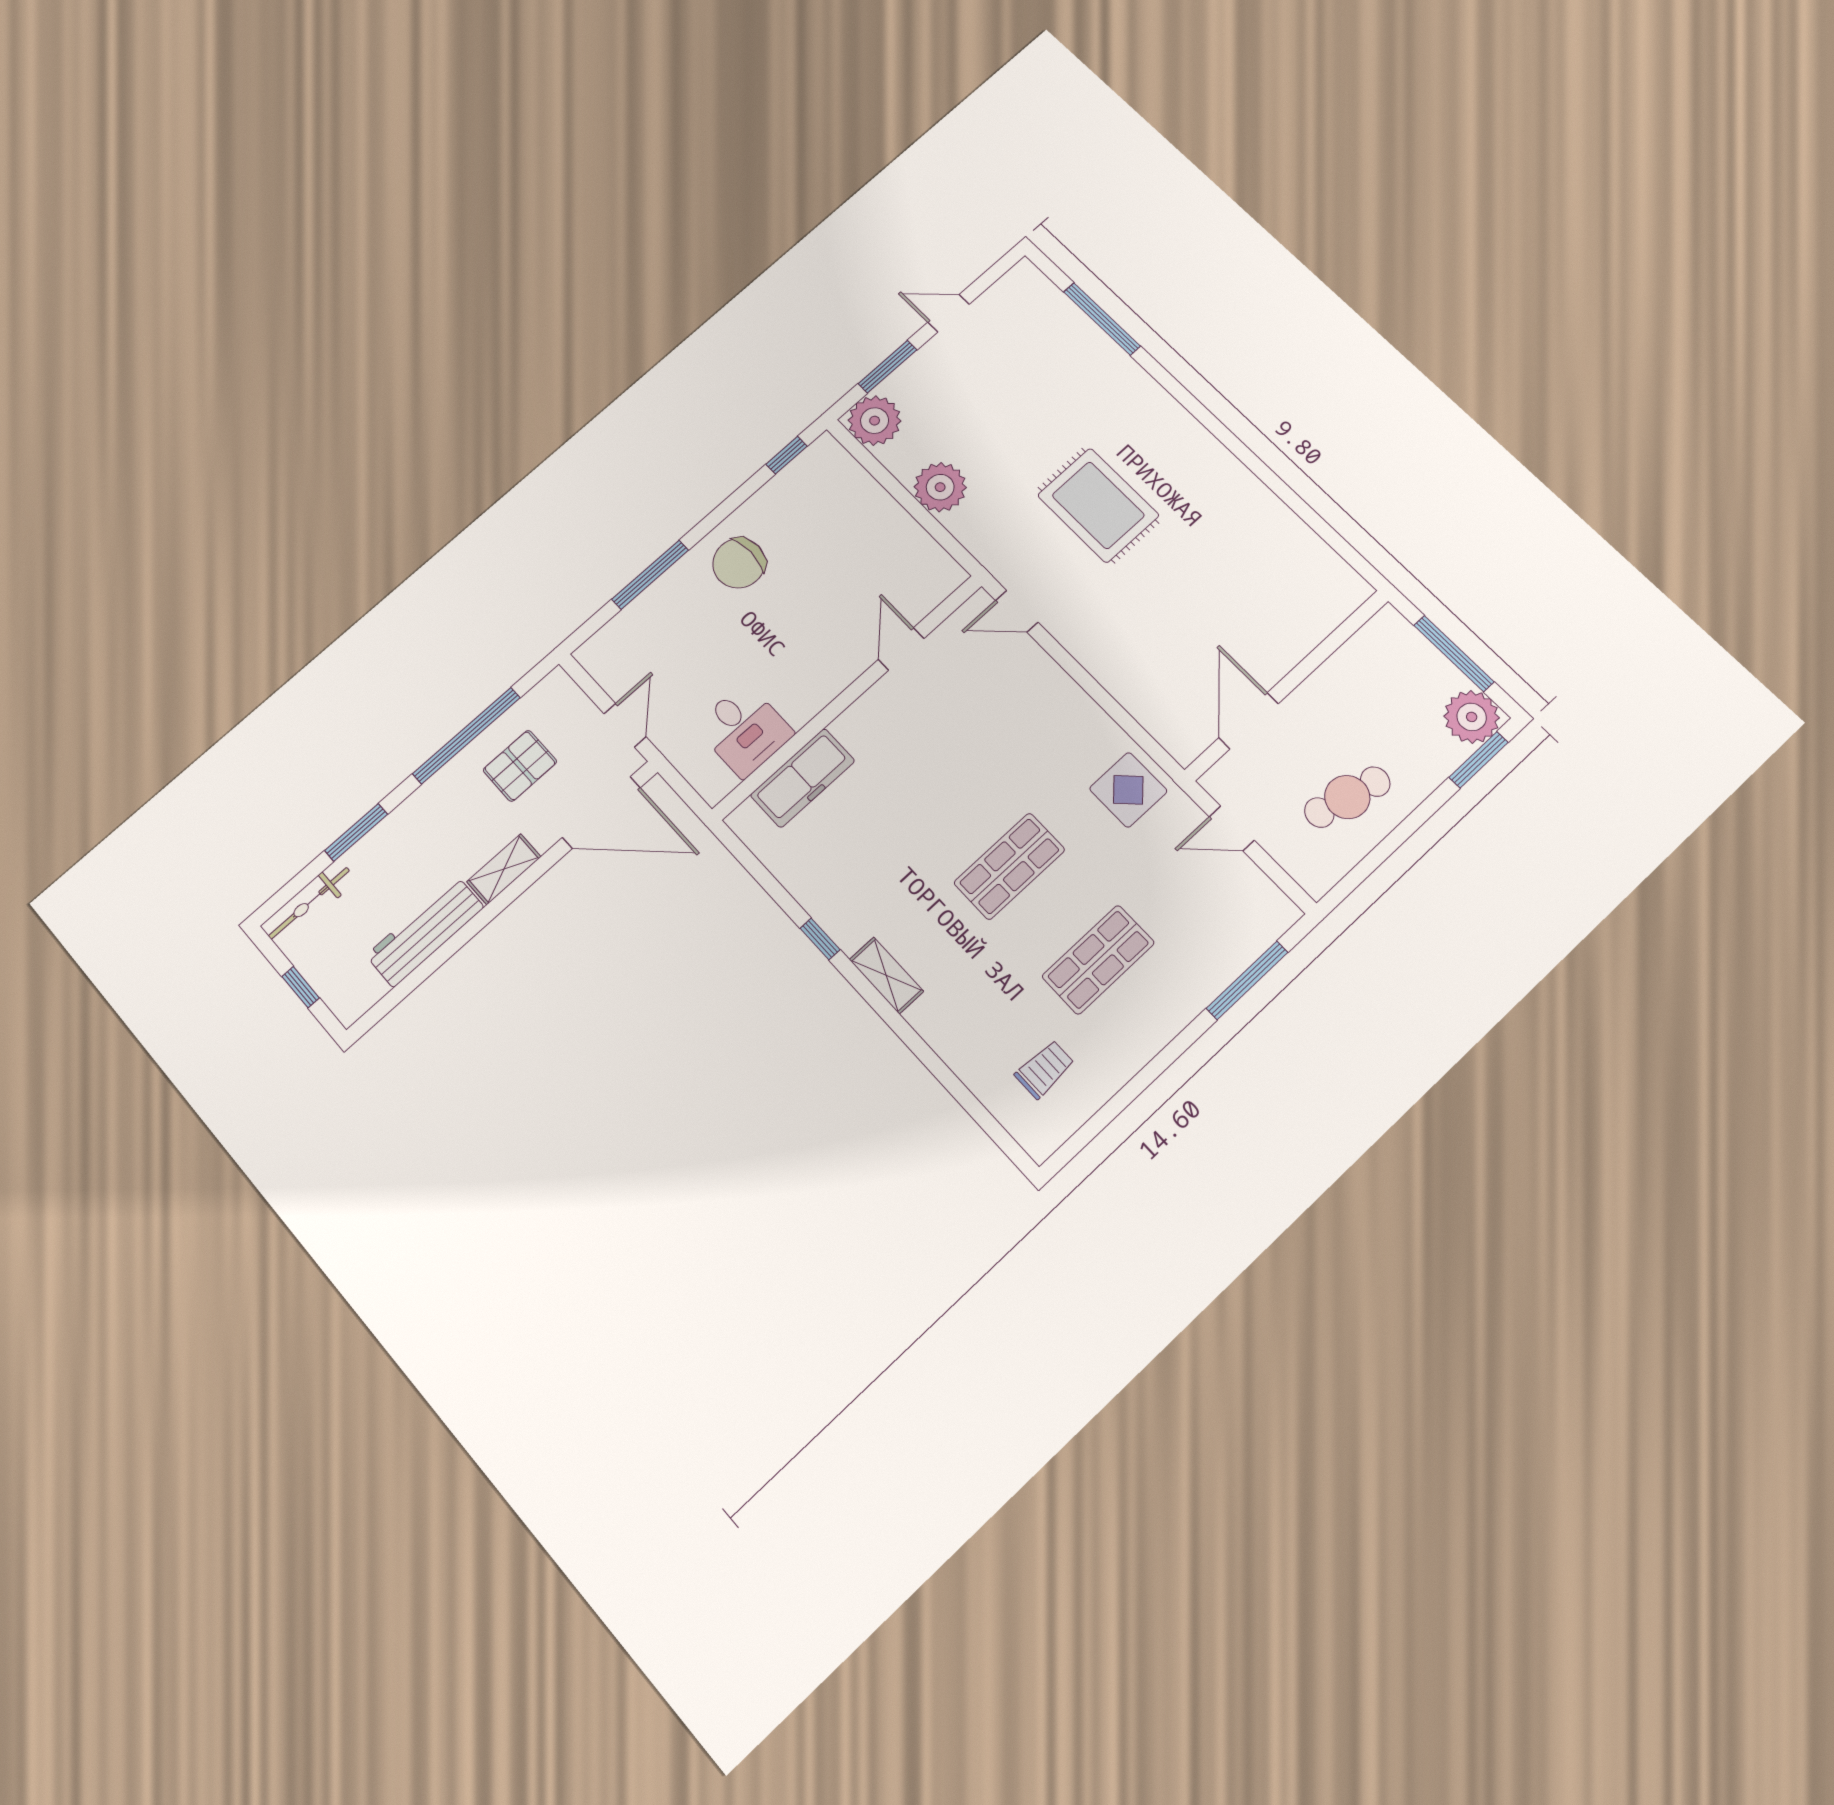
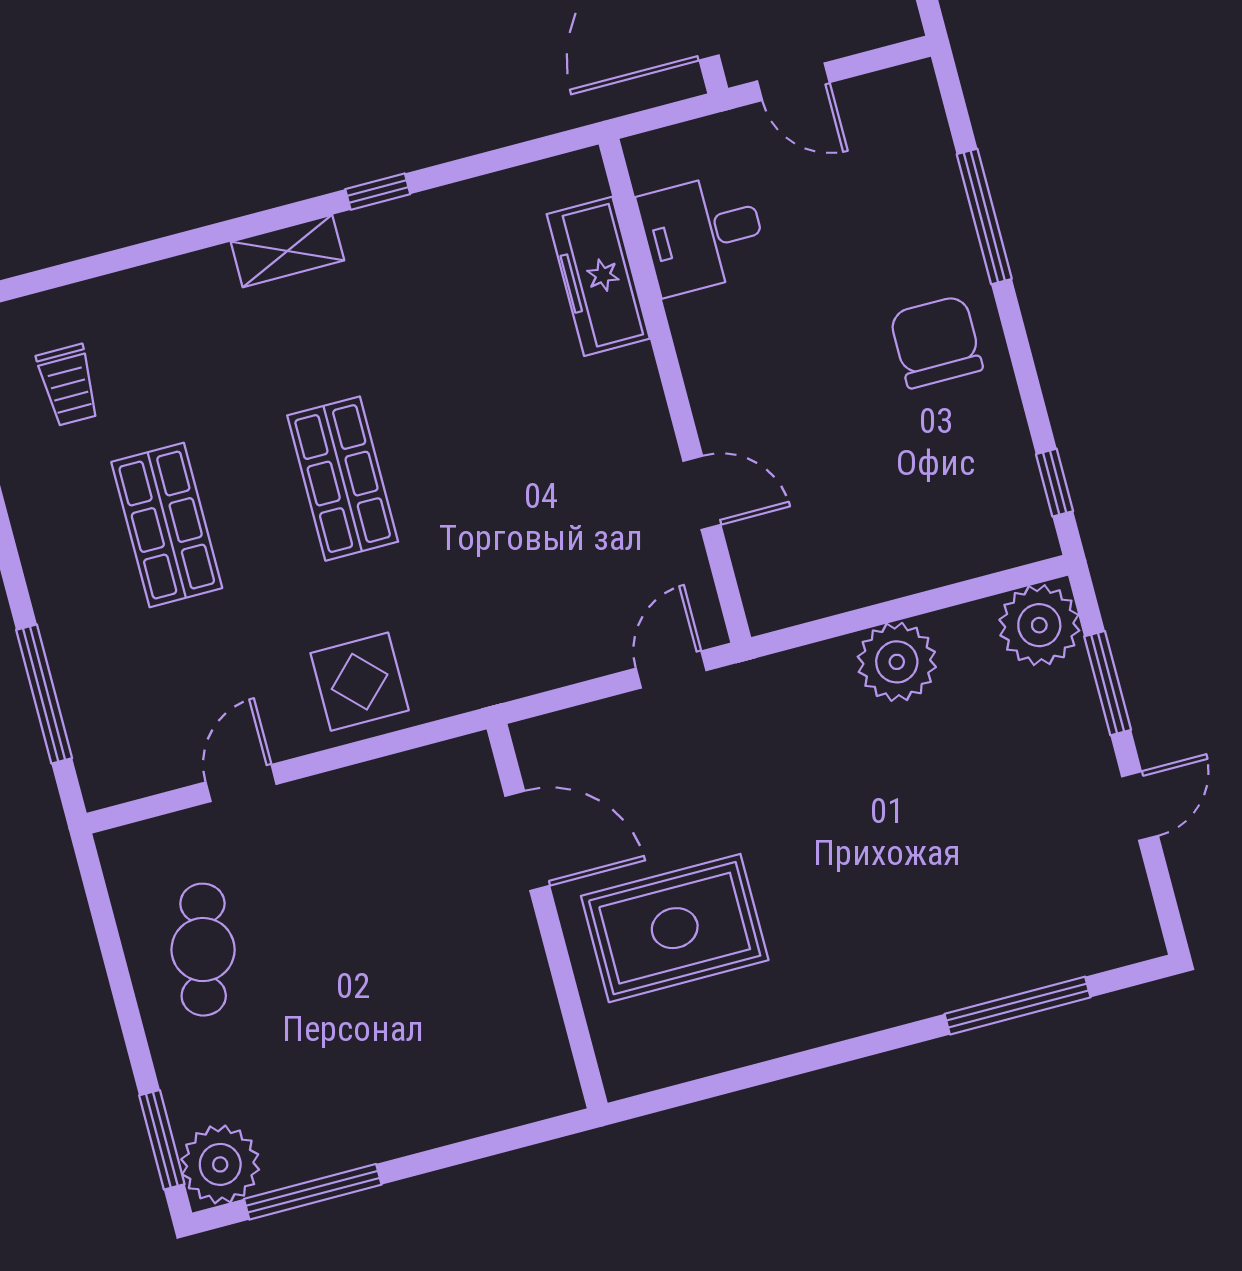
rug: (1098, 505) -> (675, 928), moved
wall: (1287, 685) -> (547, 916), moved
door: (1249, 721) -> (527, 841), moved

